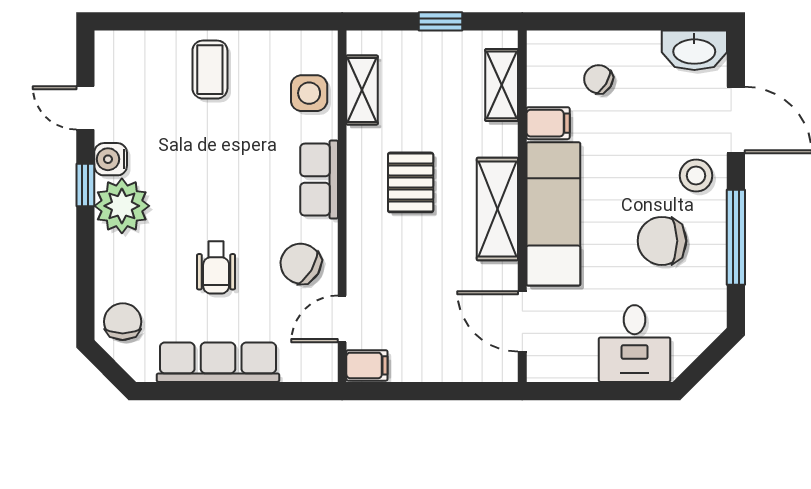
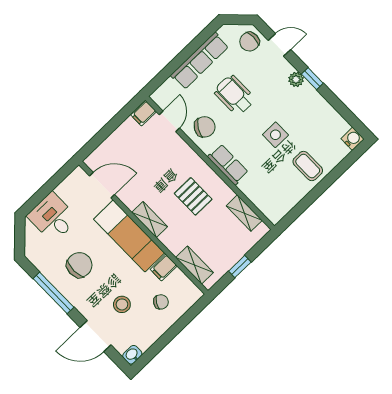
washbasin: (694, 50) -> (132, 355), width x0.52, depth x0.69
side table: (309, 93) -> (275, 135), moved
door: (85, 108) -> (280, 45), moved
water cooler: (111, 159) -> (353, 139), moved
stool: (696, 176) -> (122, 304), moved
plant: (122, 206) -> (296, 79), width x0.53, depth x0.53
shelving: (497, 209) -> (150, 220), width x0.67, depth x0.75
wheelchair: (216, 268) -> (234, 95), width x1.36, depth x1.37
chair: (123, 322) -> (249, 42), turned 90

